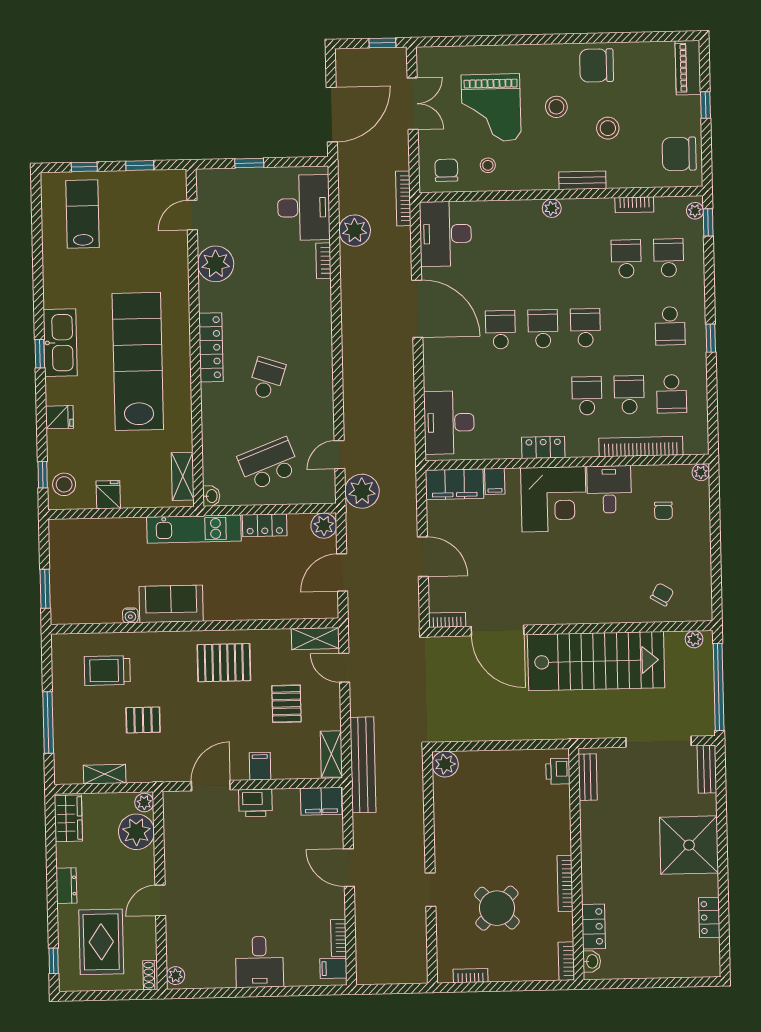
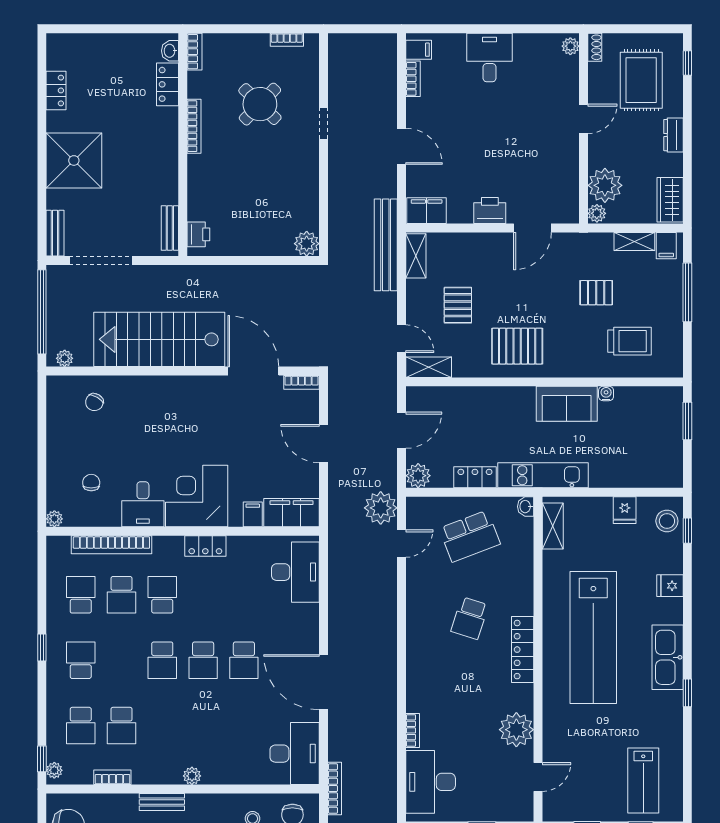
plant: (355, 231) -> (382, 759), removed
window: (40, 354) -> (687, 693), moved
school desk: (587, 396) -> (162, 595), turned 180
filing cabinet: (260, 766) -> (666, 246), moved

